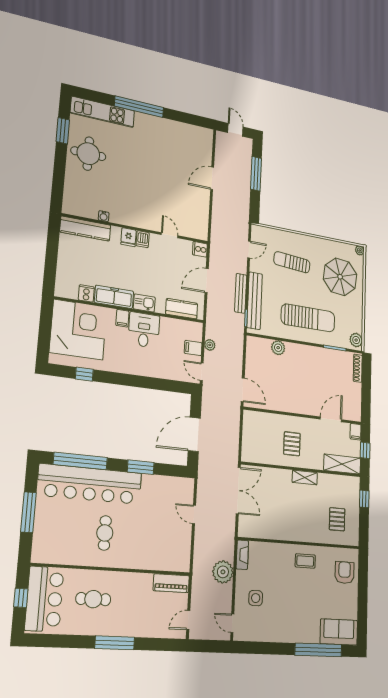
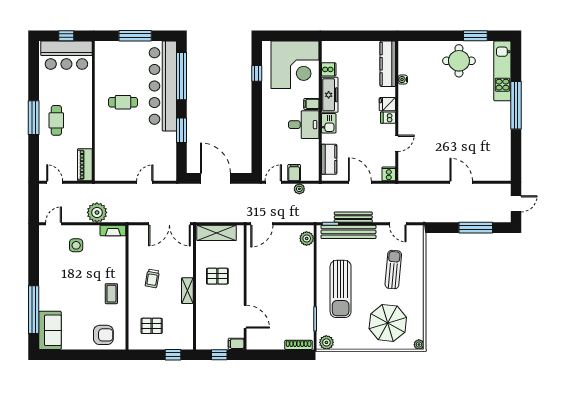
plant: (278, 348) -> (307, 238), moved
shelving: (342, 464) -> (217, 233), moved, turned 90
trolley: (292, 515) -> (152, 278), added
cafe table: (93, 599) -> (56, 120), moved

